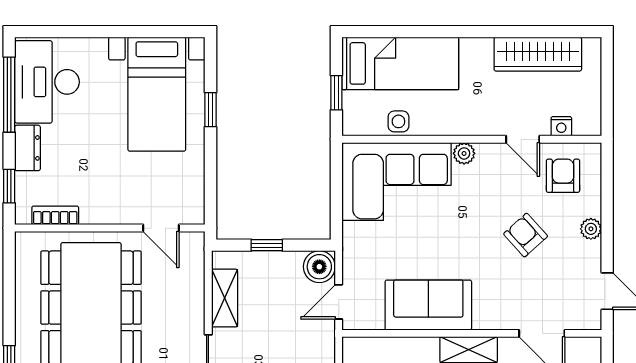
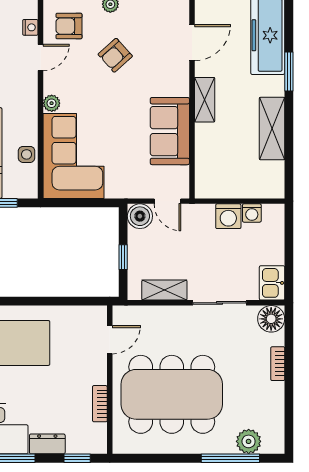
window: (210, 110) -> (17, 301), removed
bookcase: (55, 215) -> (100, 404), moved

